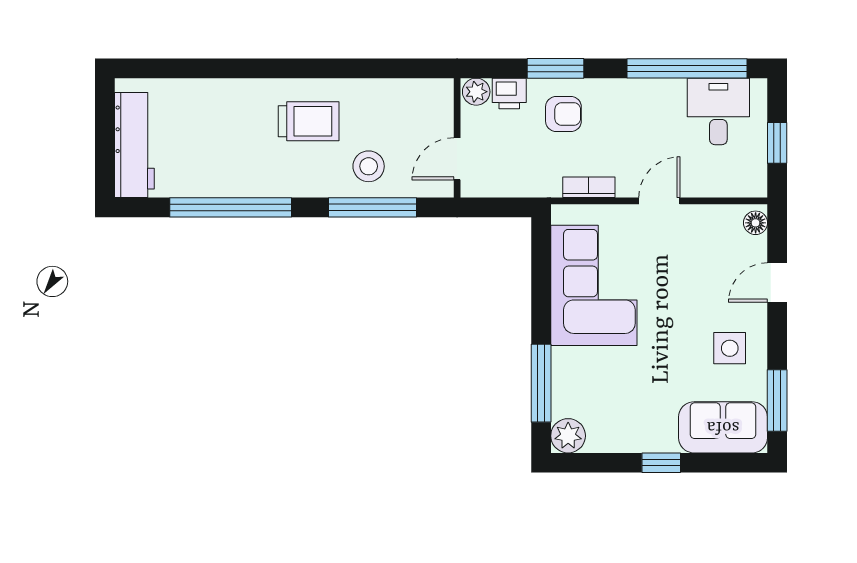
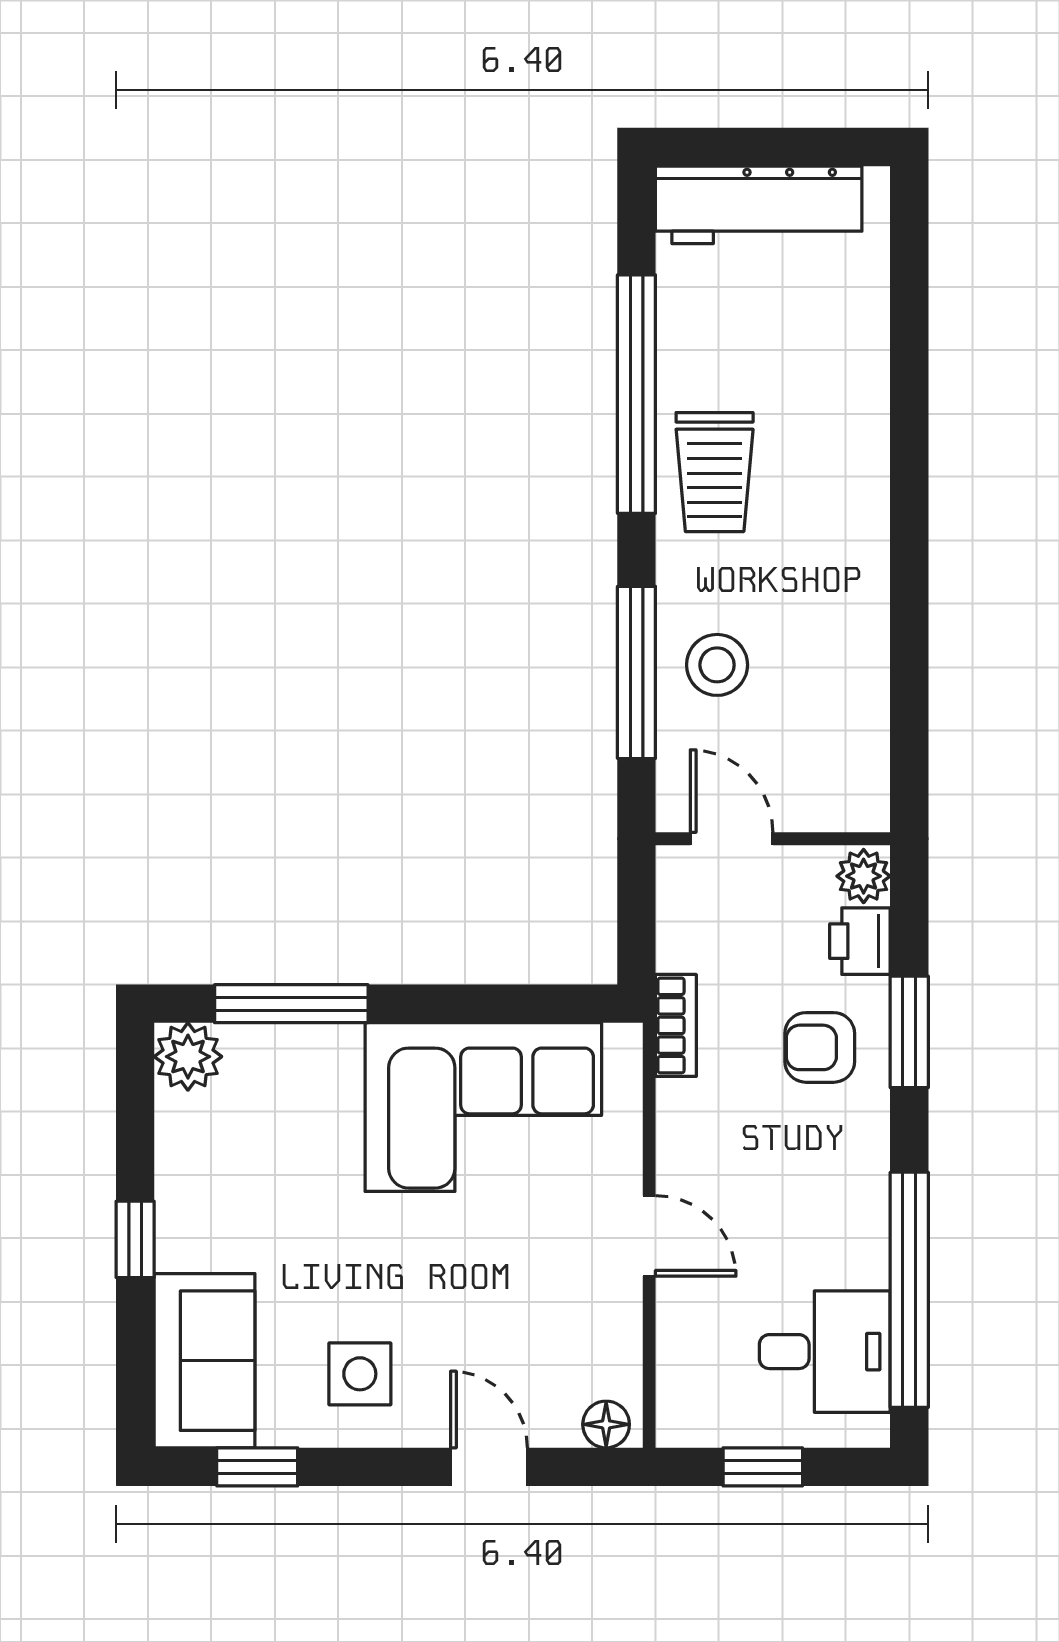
armchair: (563, 114) -> (820, 1047), turned 90
trolley: (309, 121) -> (715, 472), moved
bookcase: (589, 187) -> (676, 1025), moved
window: (777, 401) -> (257, 1467), width x0.67

